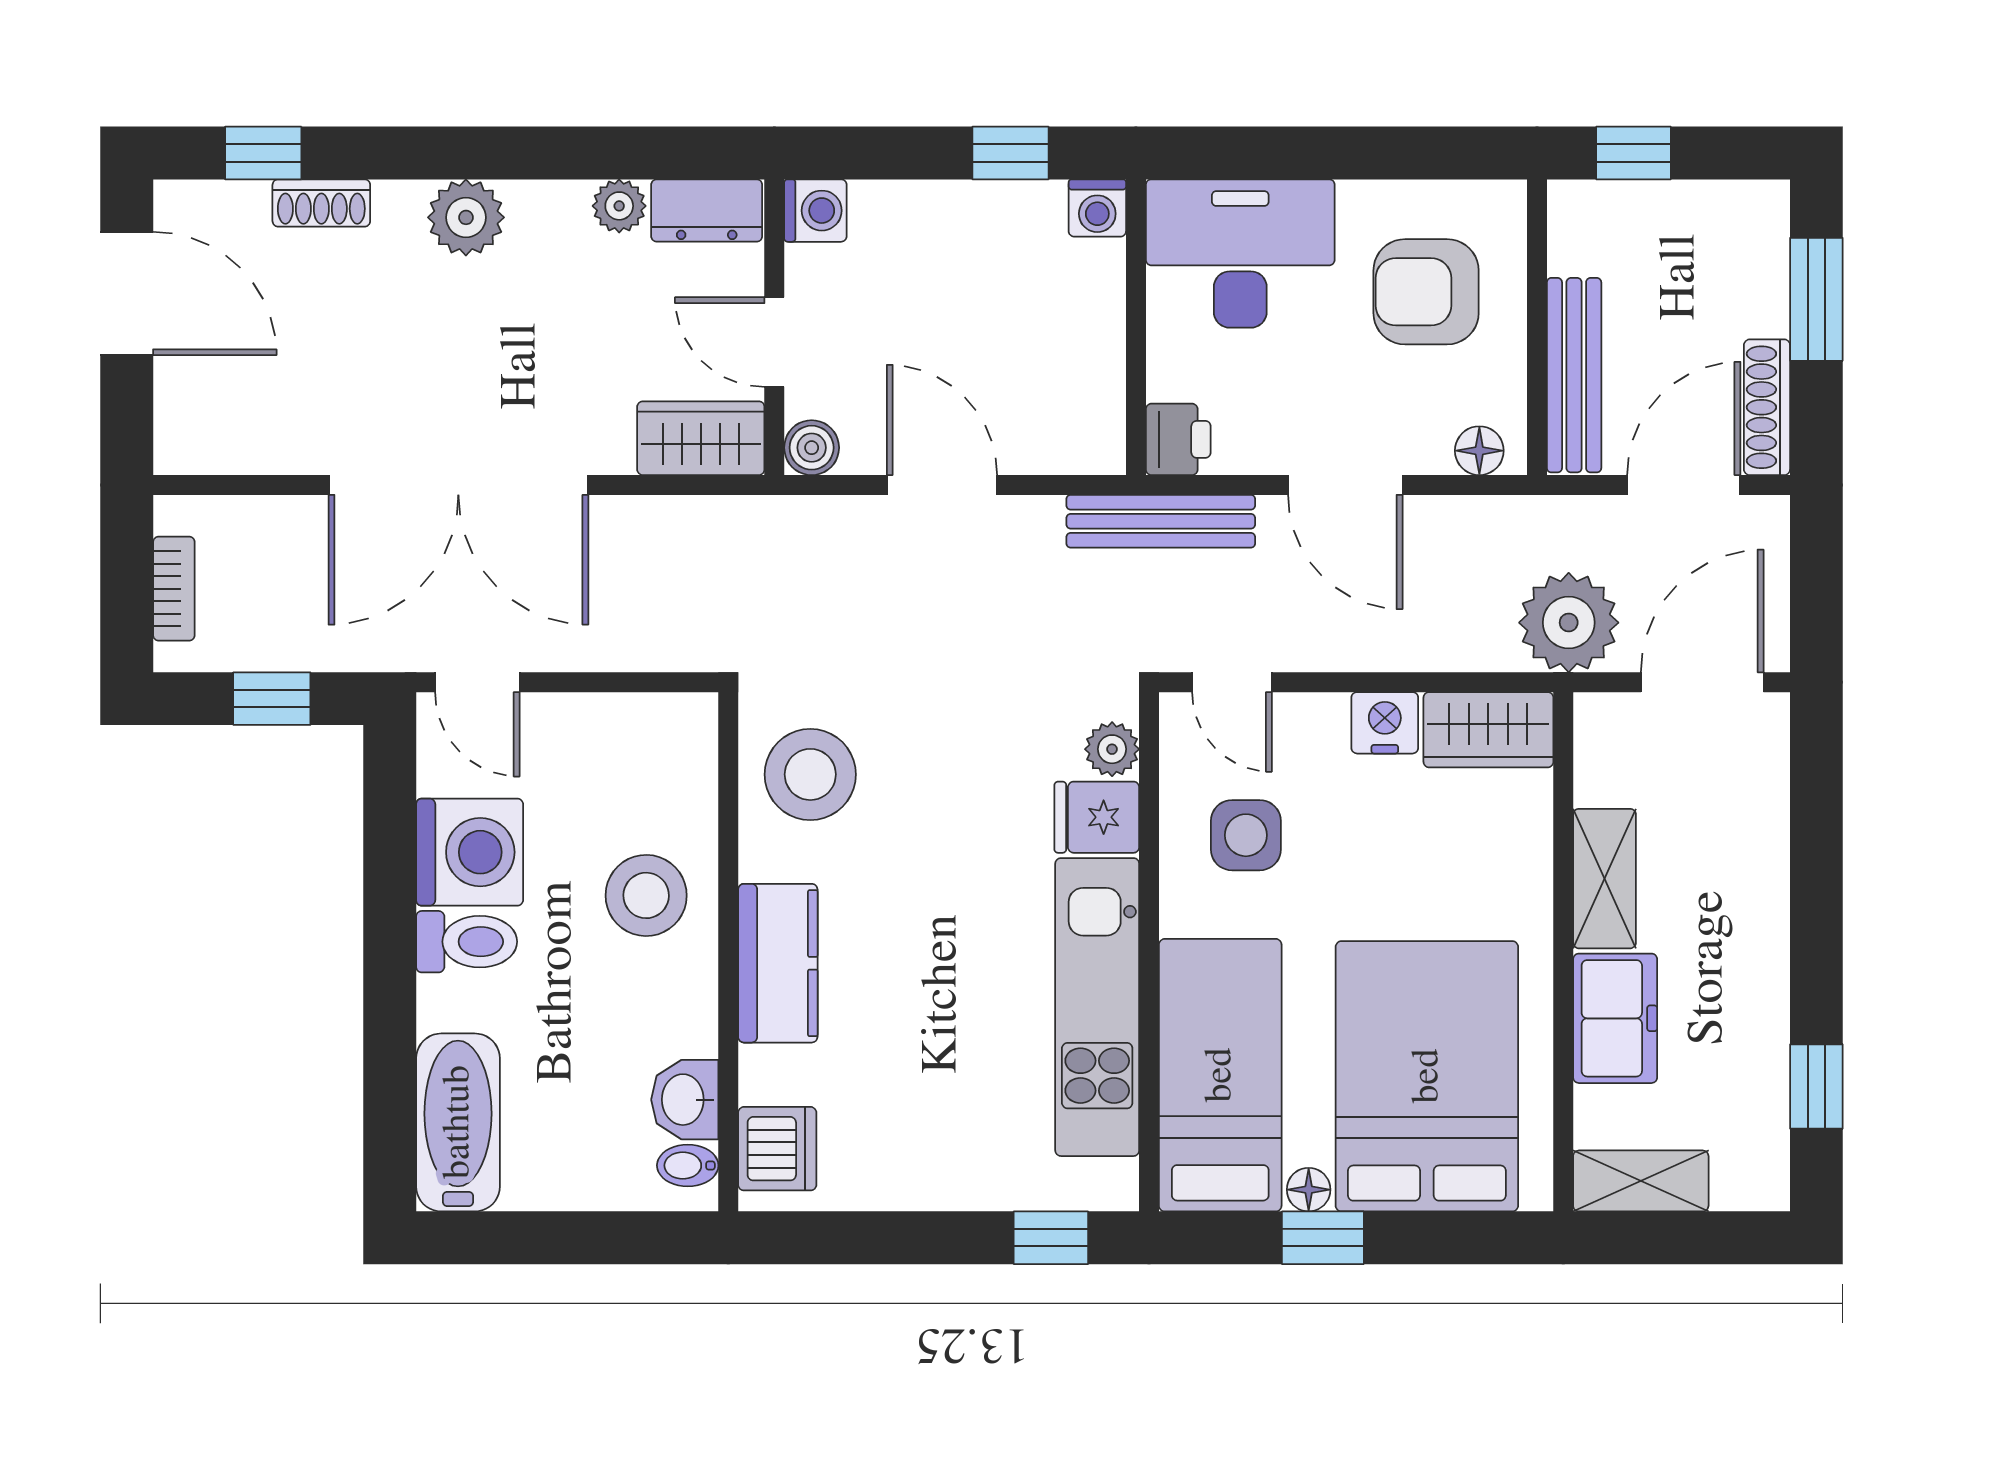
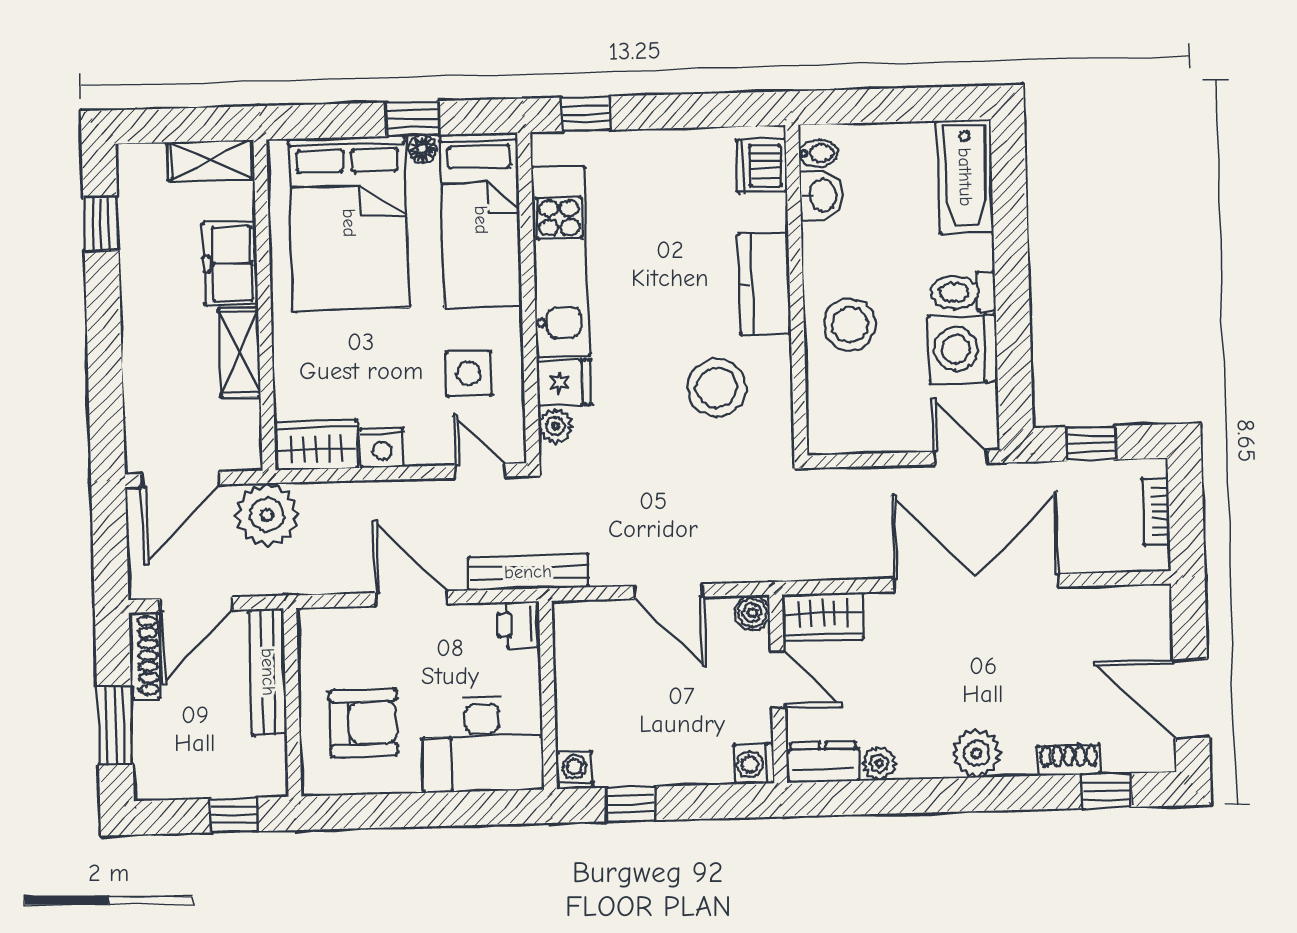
floor lamp: (1479, 451) -> (327, 623), removed
stool: (810, 774) -> (717, 388), moved

